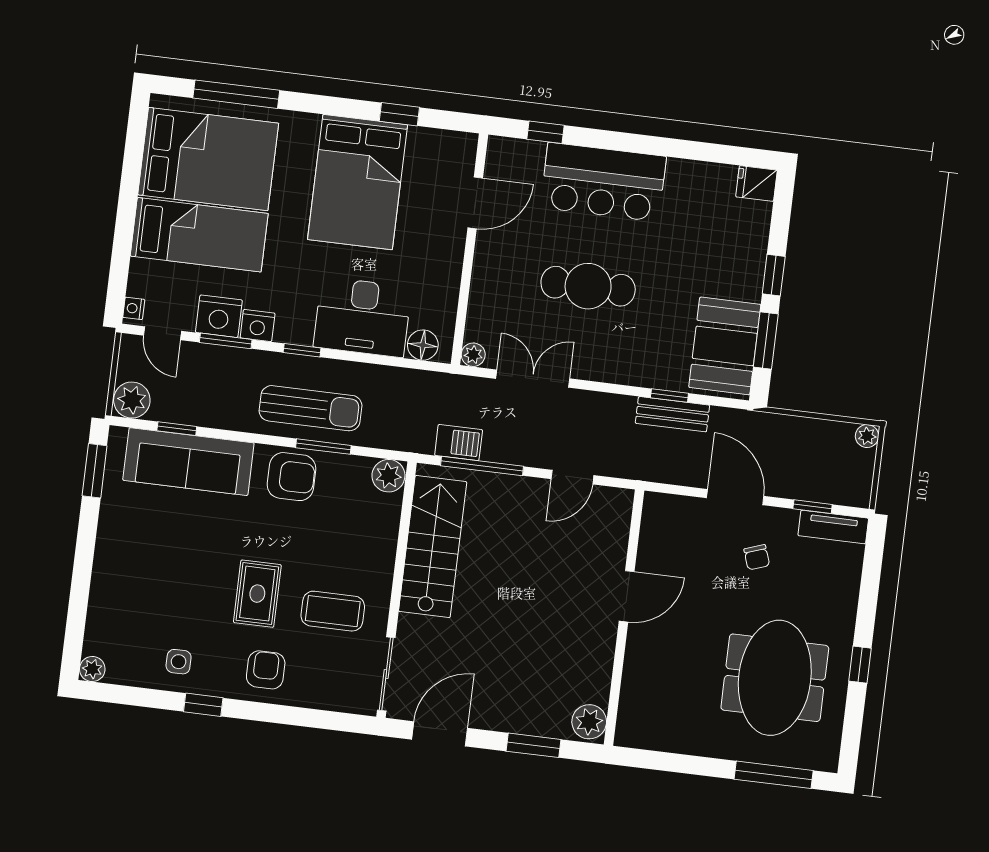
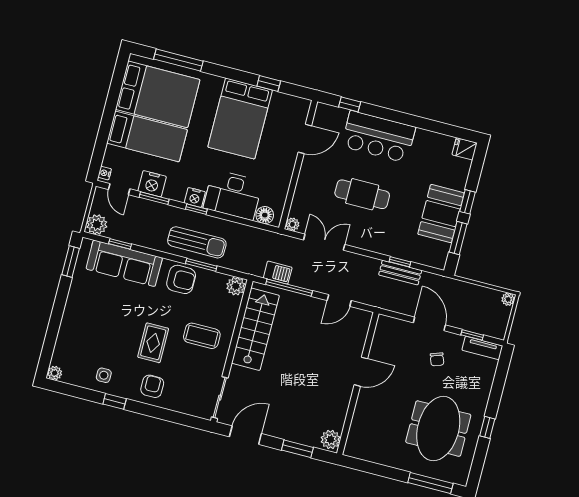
nightstand: (258, 326) -> (195, 197), moved
booth: (725, 346) -> (441, 214), moved
coffee table: (333, 611) -> (202, 336), moved

